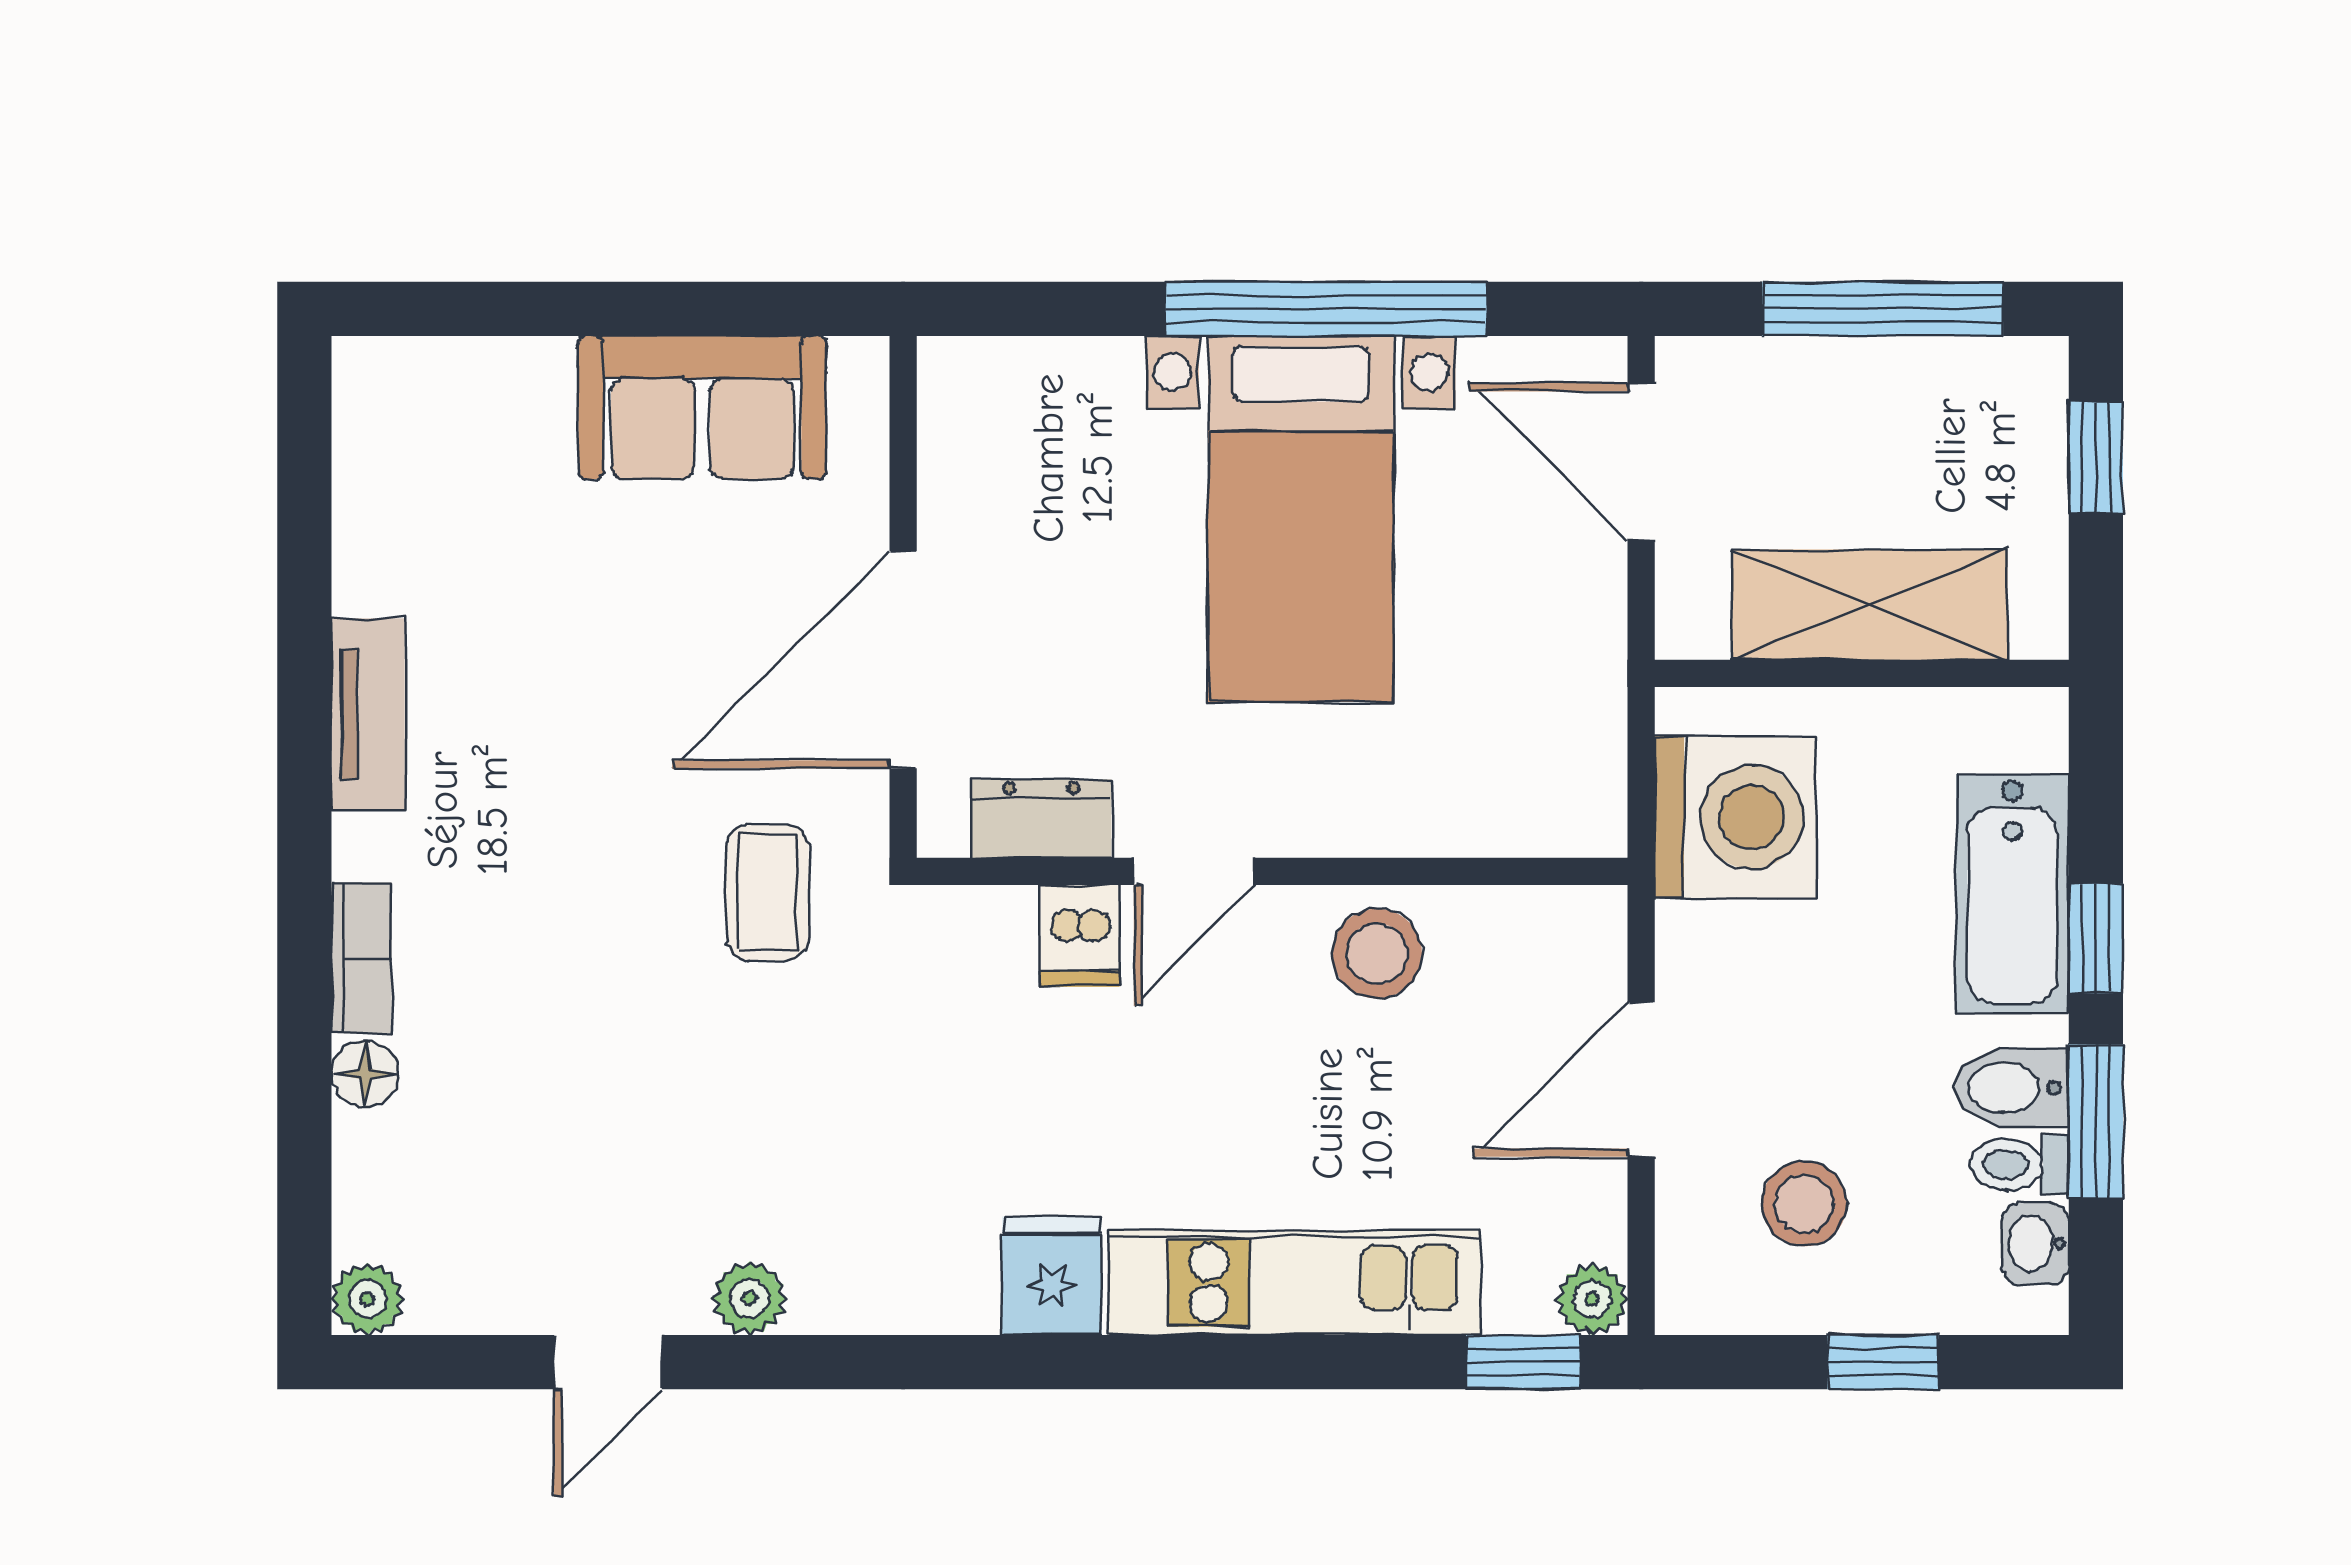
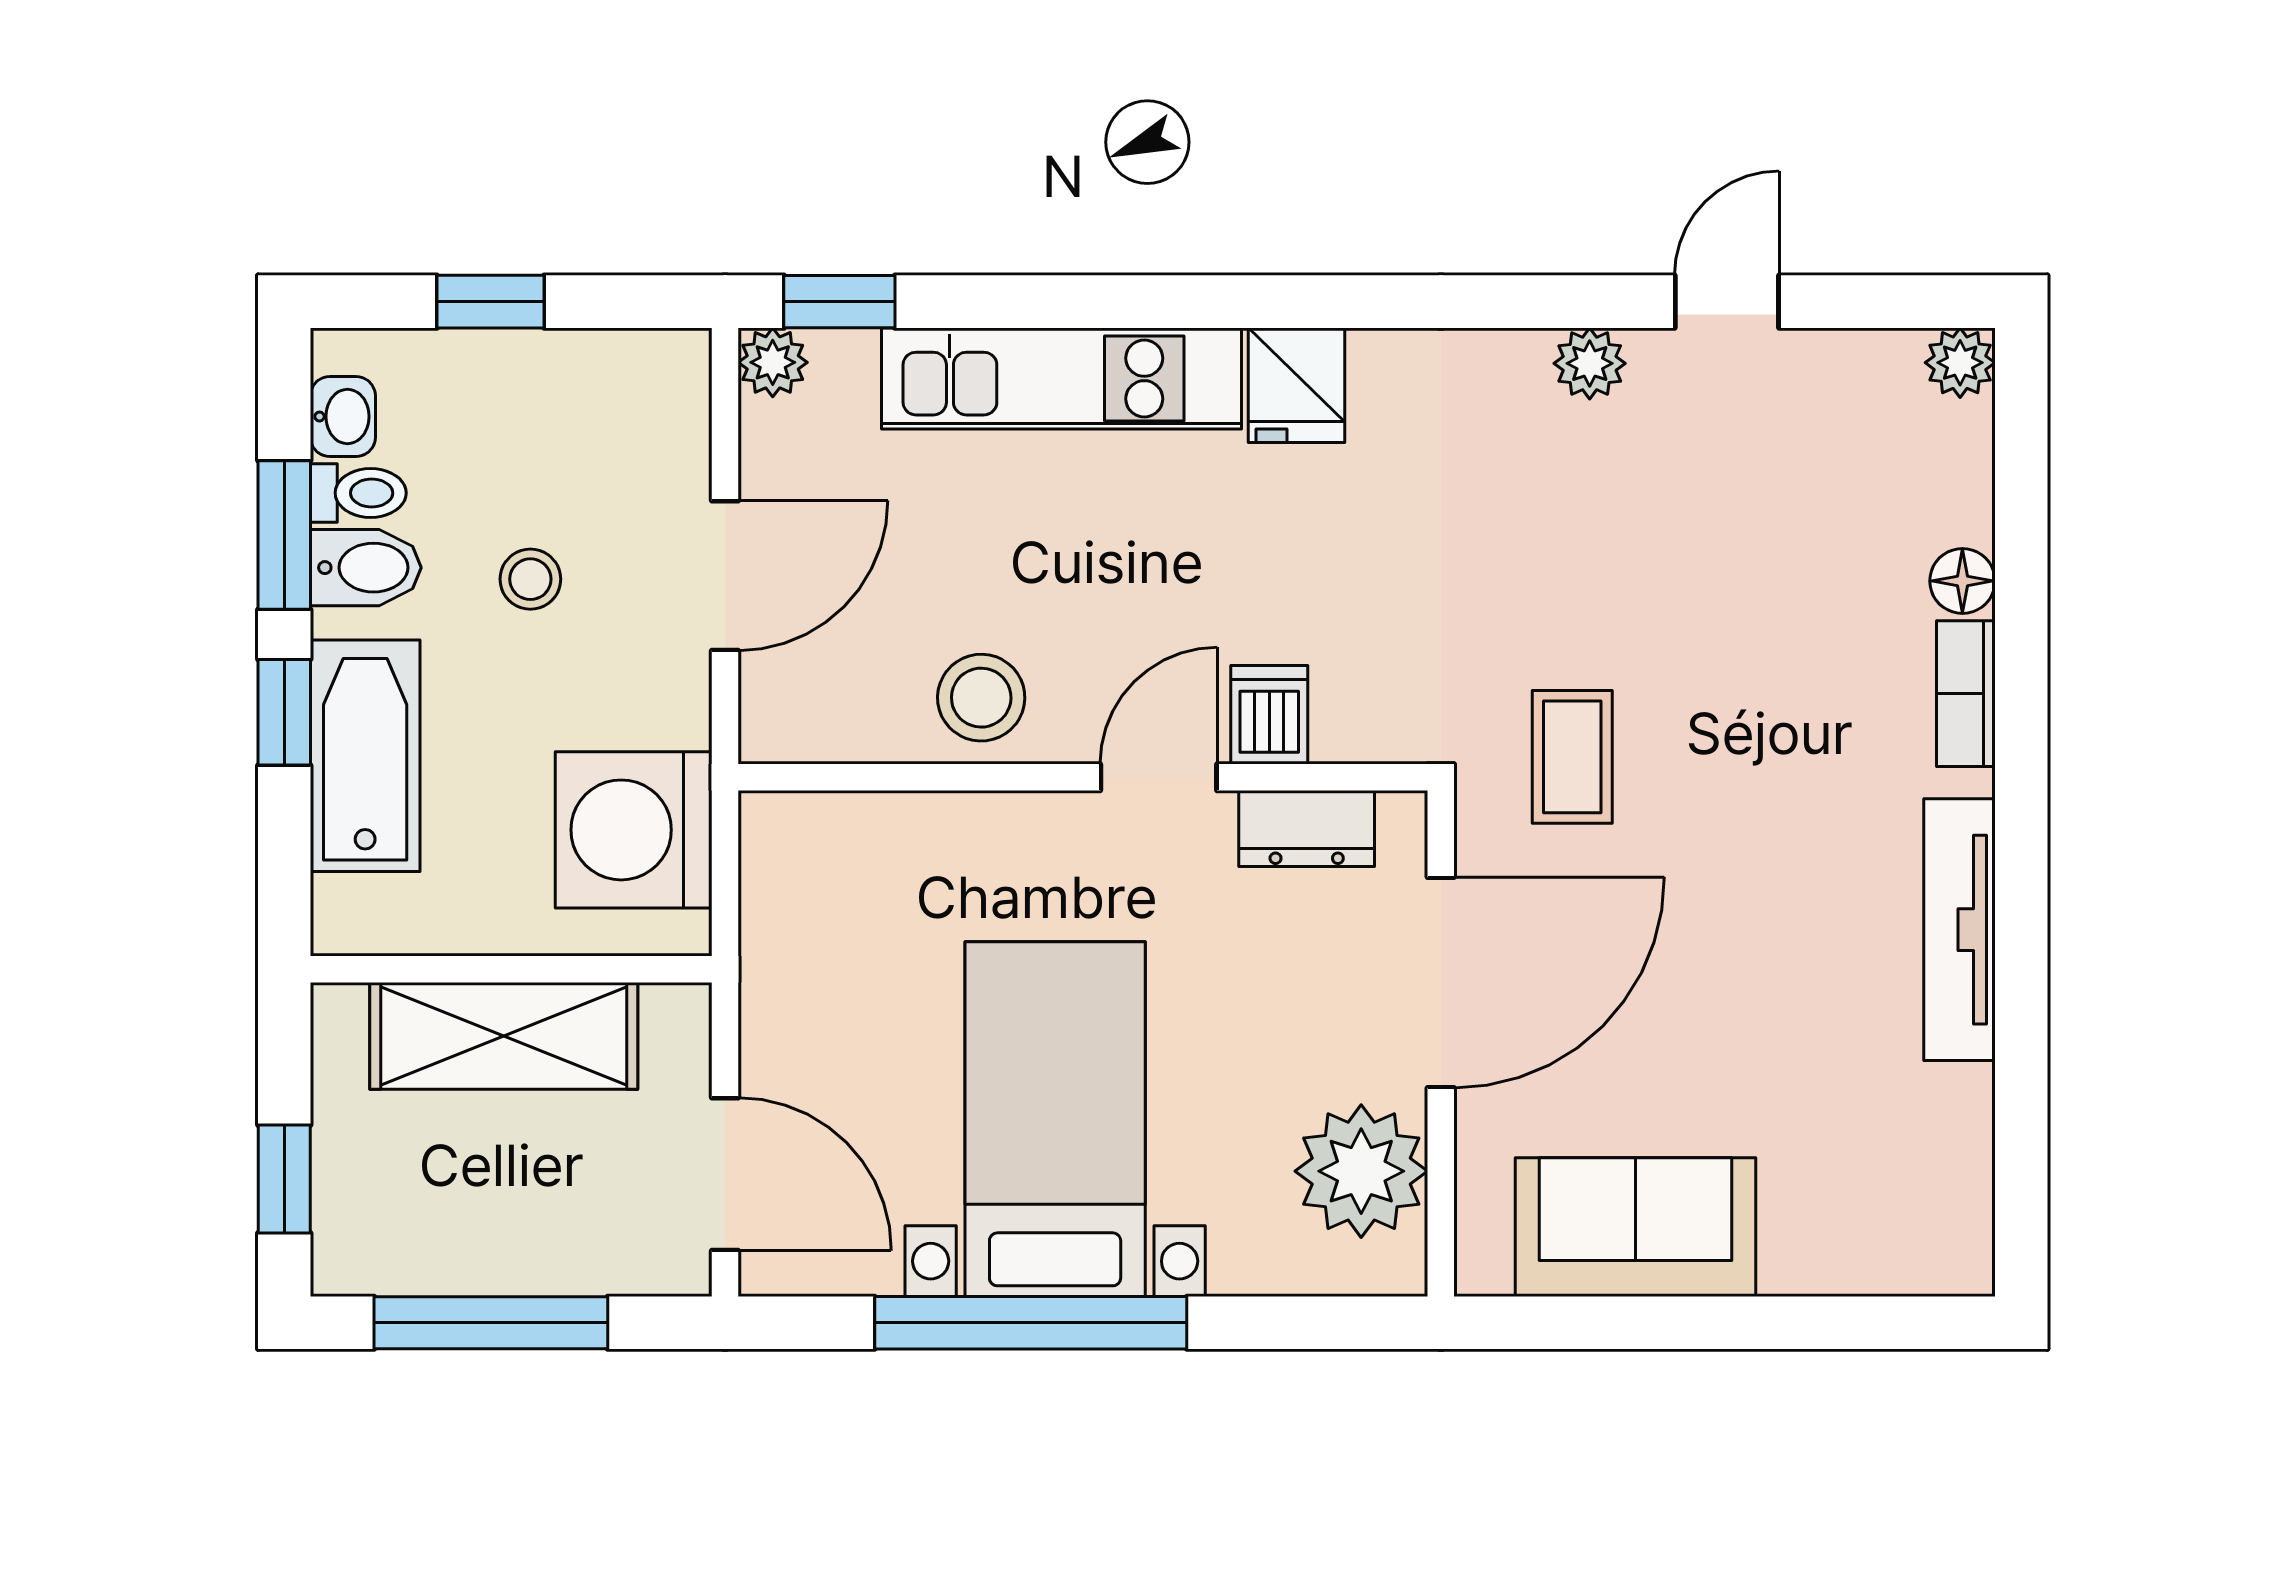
plant: (985, 465) -> (1361, 1171), added
tv unit: (368, 714) -> (1959, 930), width x1.41
stool: (1804, 1204) -> (530, 579), moved, width x0.73, depth x0.73

